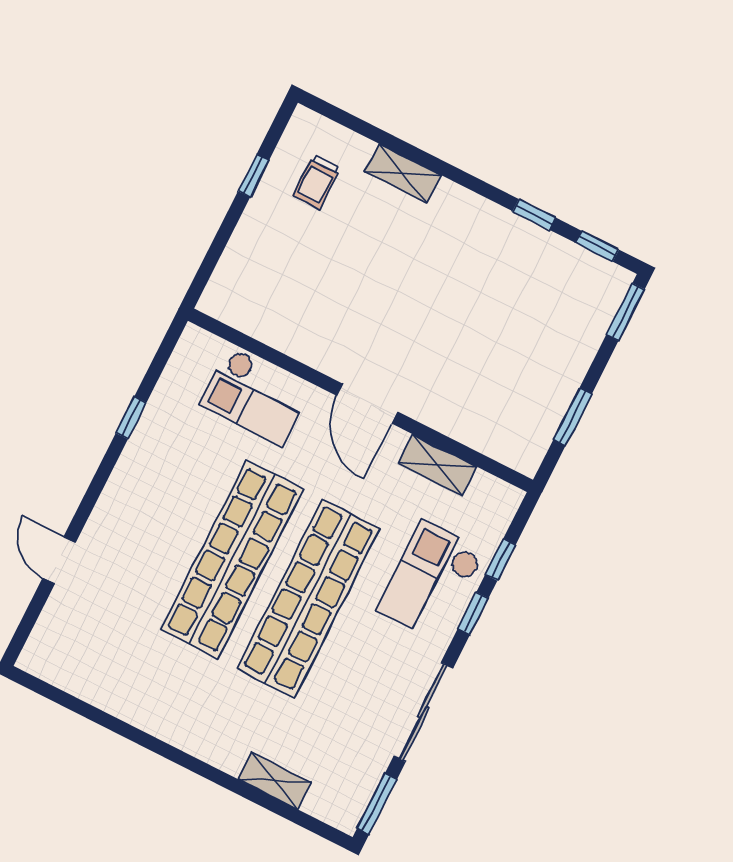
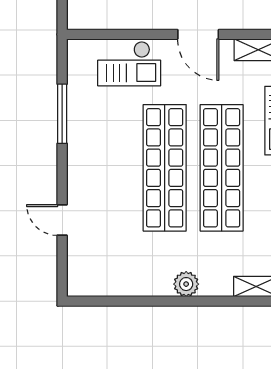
window: (131, 418) -> (62, 114), width x2.17
plant: (182, 730) -> (186, 284), added

